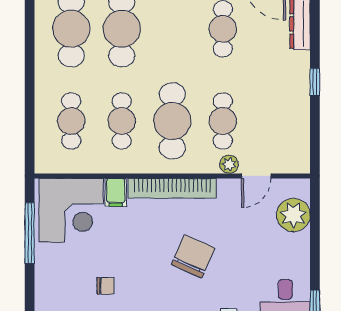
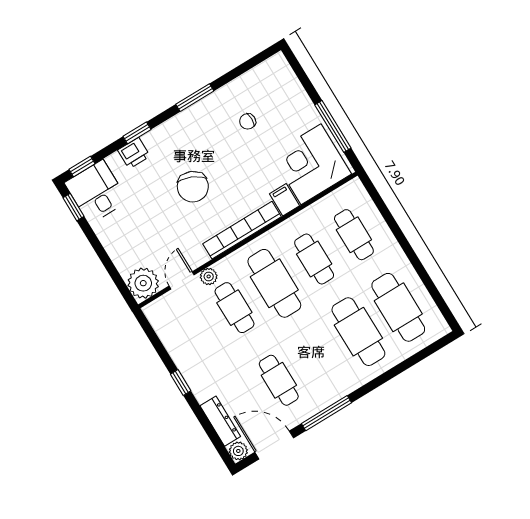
plant: (293, 215) -> (143, 283), moved

